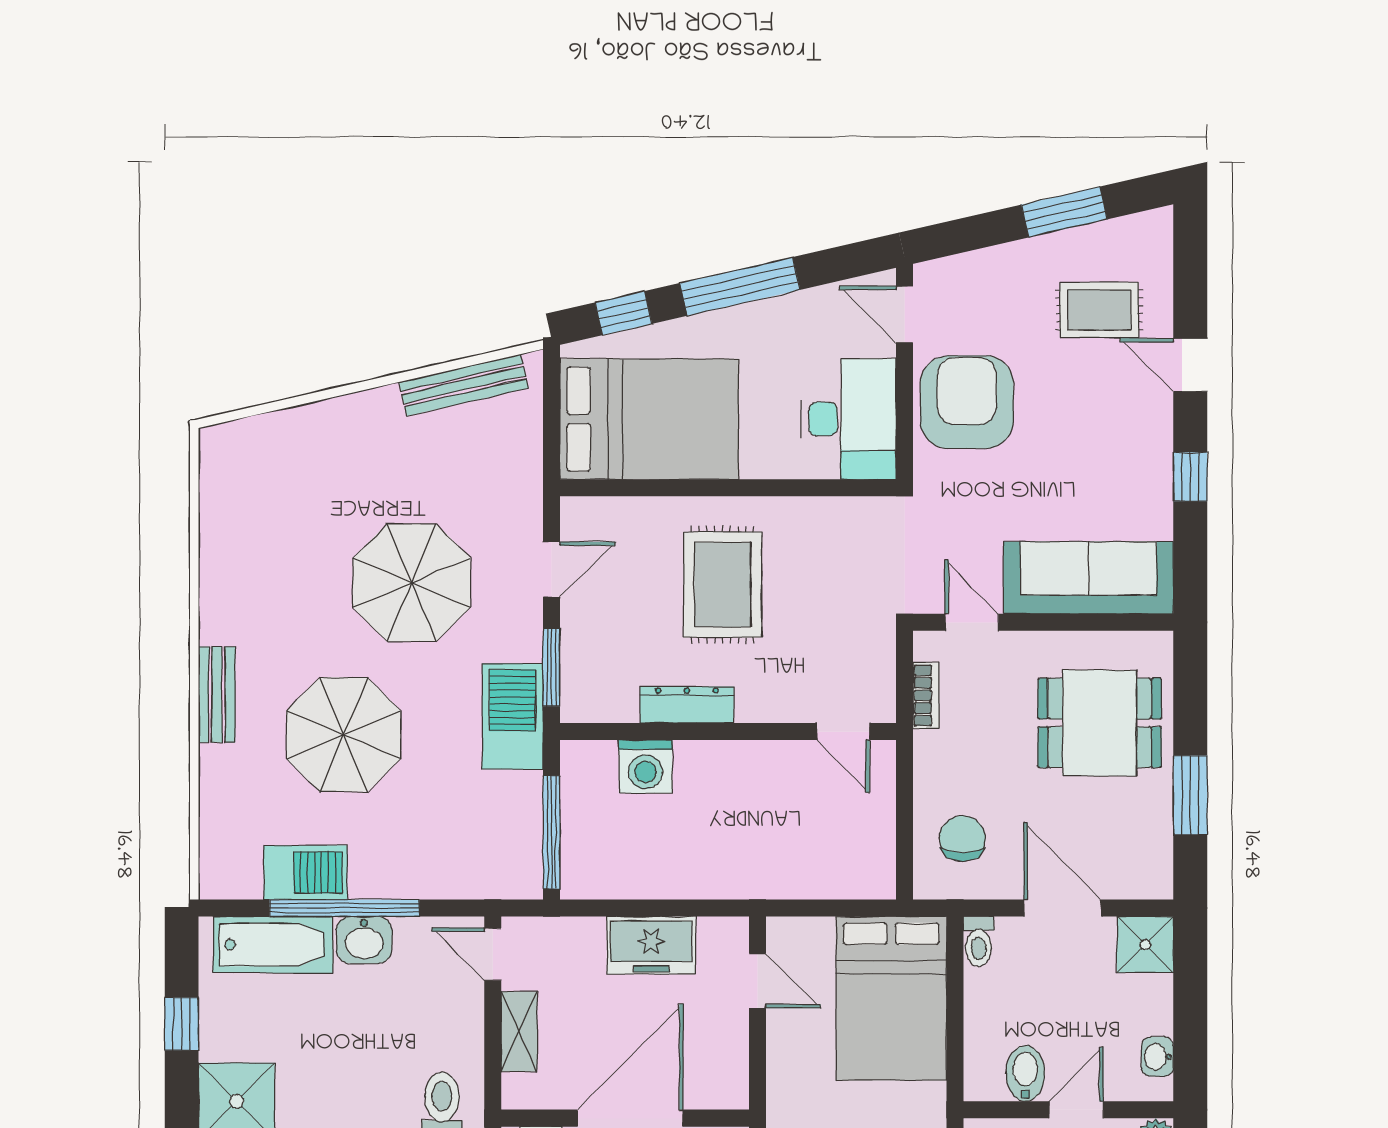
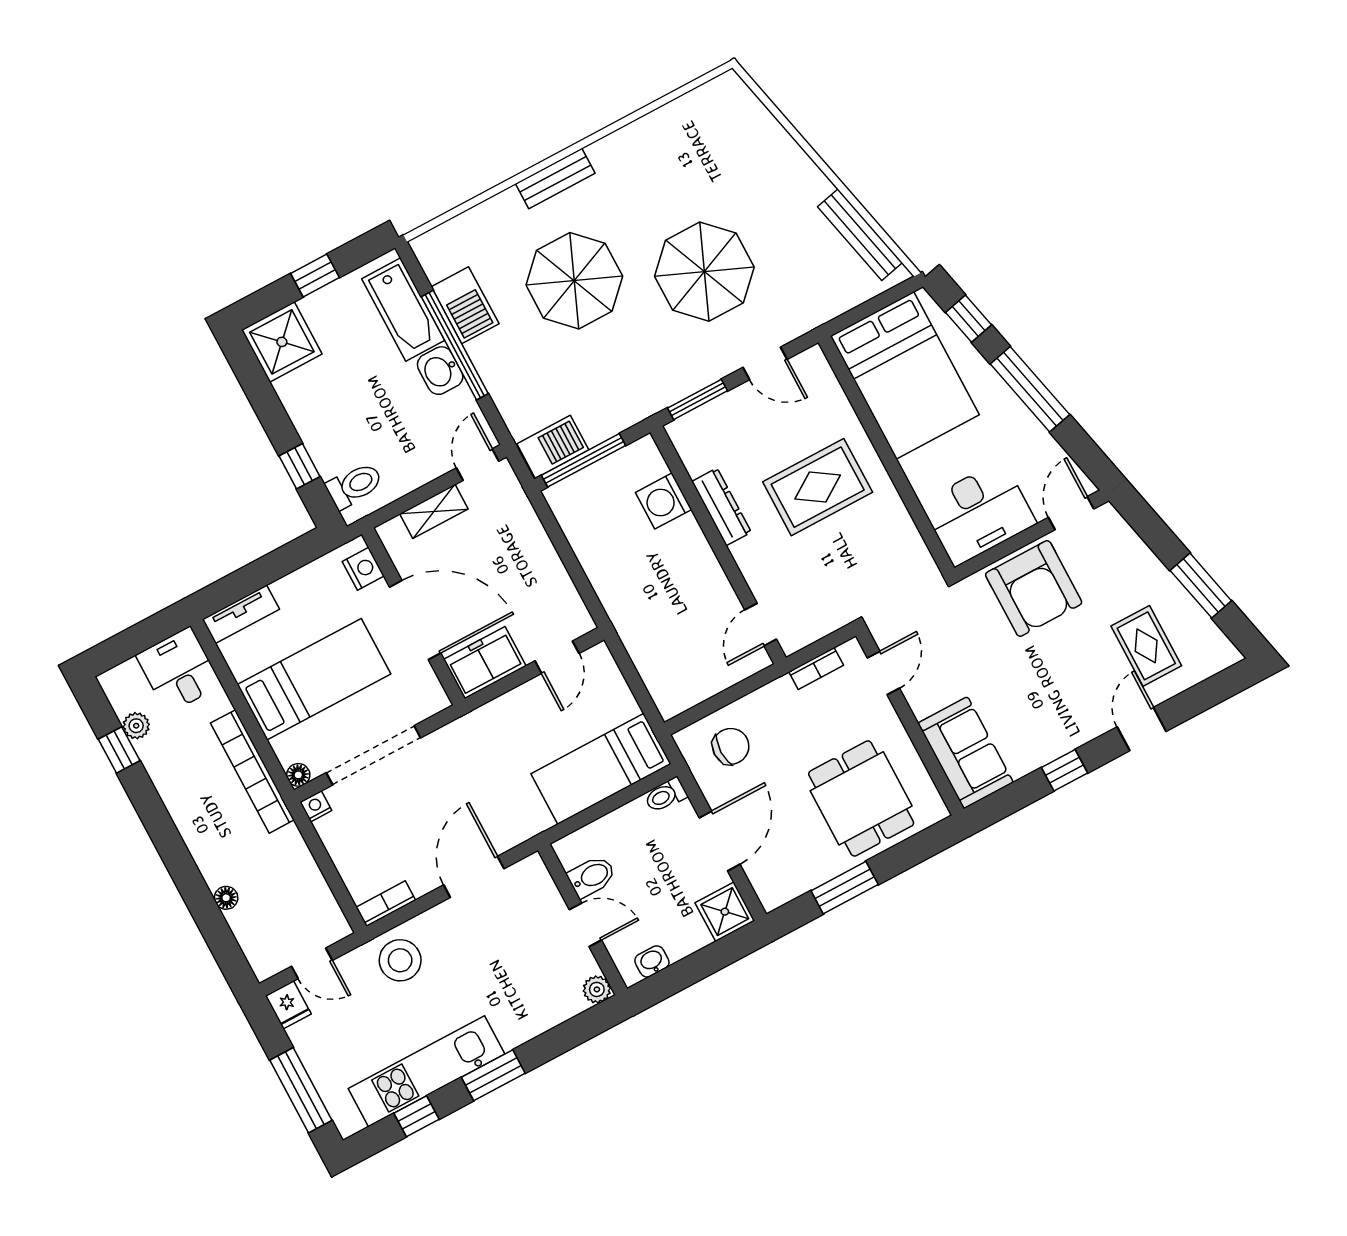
armchair: (967, 402) -> (1034, 588), turned 90
sofa: (1088, 578) -> (966, 753), width x0.73
barbecue: (513, 716) -> (553, 447), moved, width x0.73, depth x0.83
freezer: (651, 945) -> (485, 663), moved, turned 90
bed: (891, 998) -> (601, 769), width x0.67

